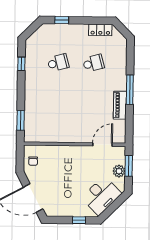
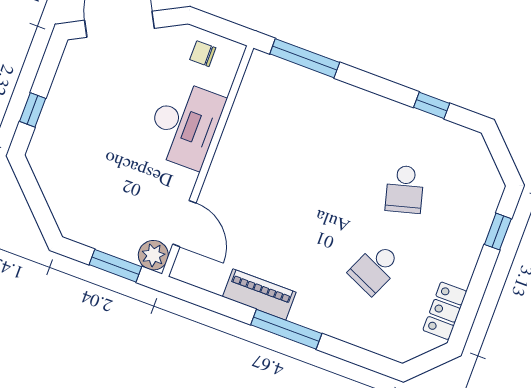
school desk: (93, 63) -> (375, 269), turned 39
window: (21, 120) -> (305, 58), width x1.44
plant: (119, 171) -> (153, 255), moved
desk: (101, 196) -> (185, 124), moved, turned -135

